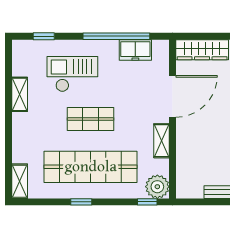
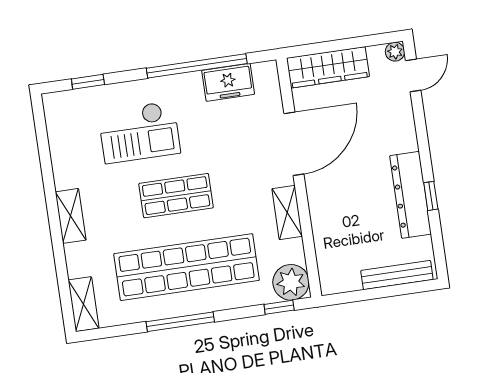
checkout: (72, 74) -> (139, 132), turned 180
shelving: (20, 94) -> (71, 216), moved
window: (81, 202) -> (180, 322), width x2.17

